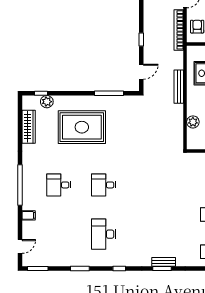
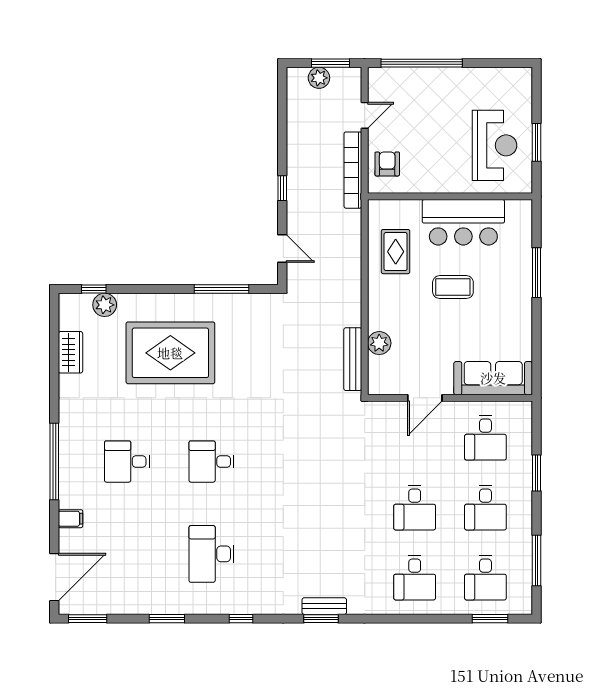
door: (141, 72) -> (282, 249), hinge flipped
bench: (179, 87) -> (353, 359), moved
wardrobe: (29, 127) -> (70, 352), width x0.67
door: (20, 246) -> (54, 577), width x1.88

